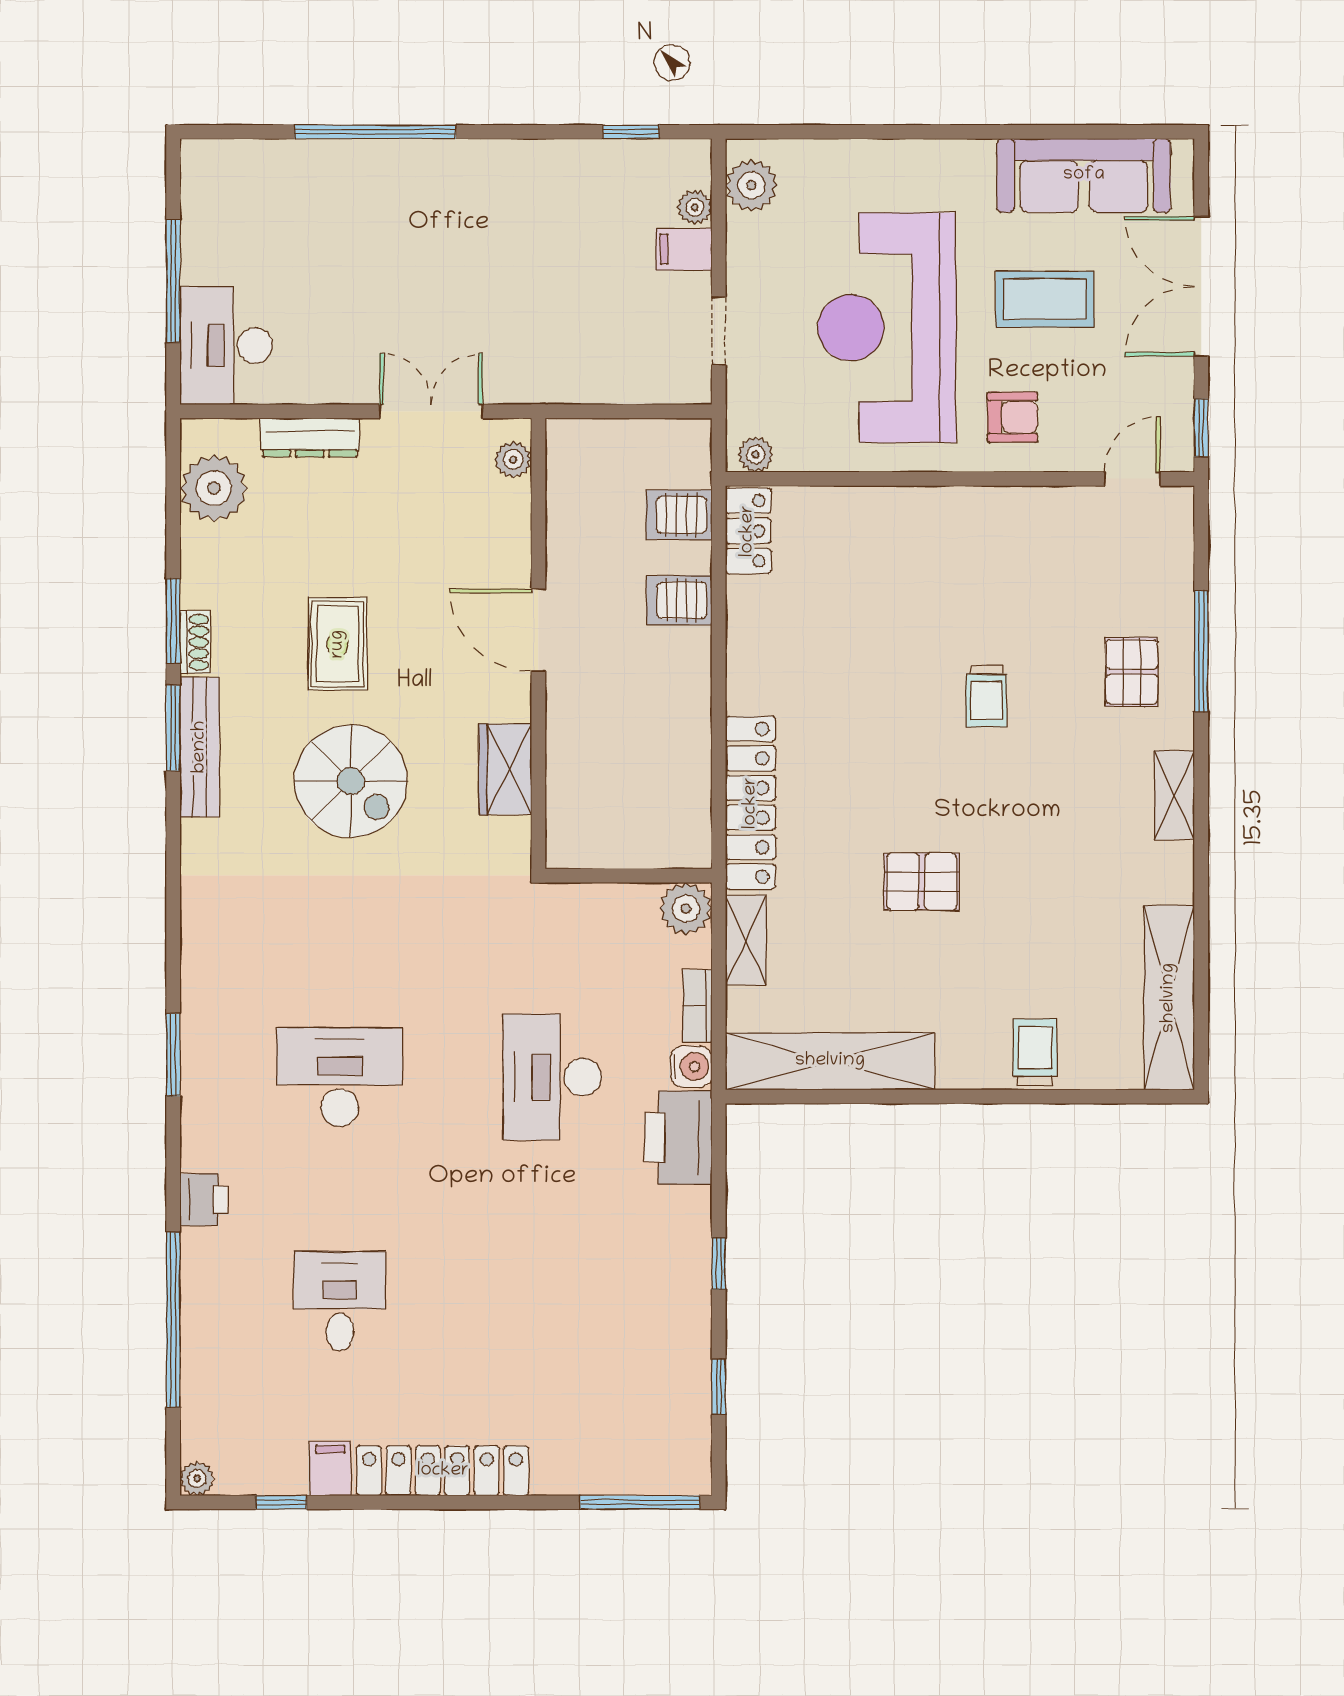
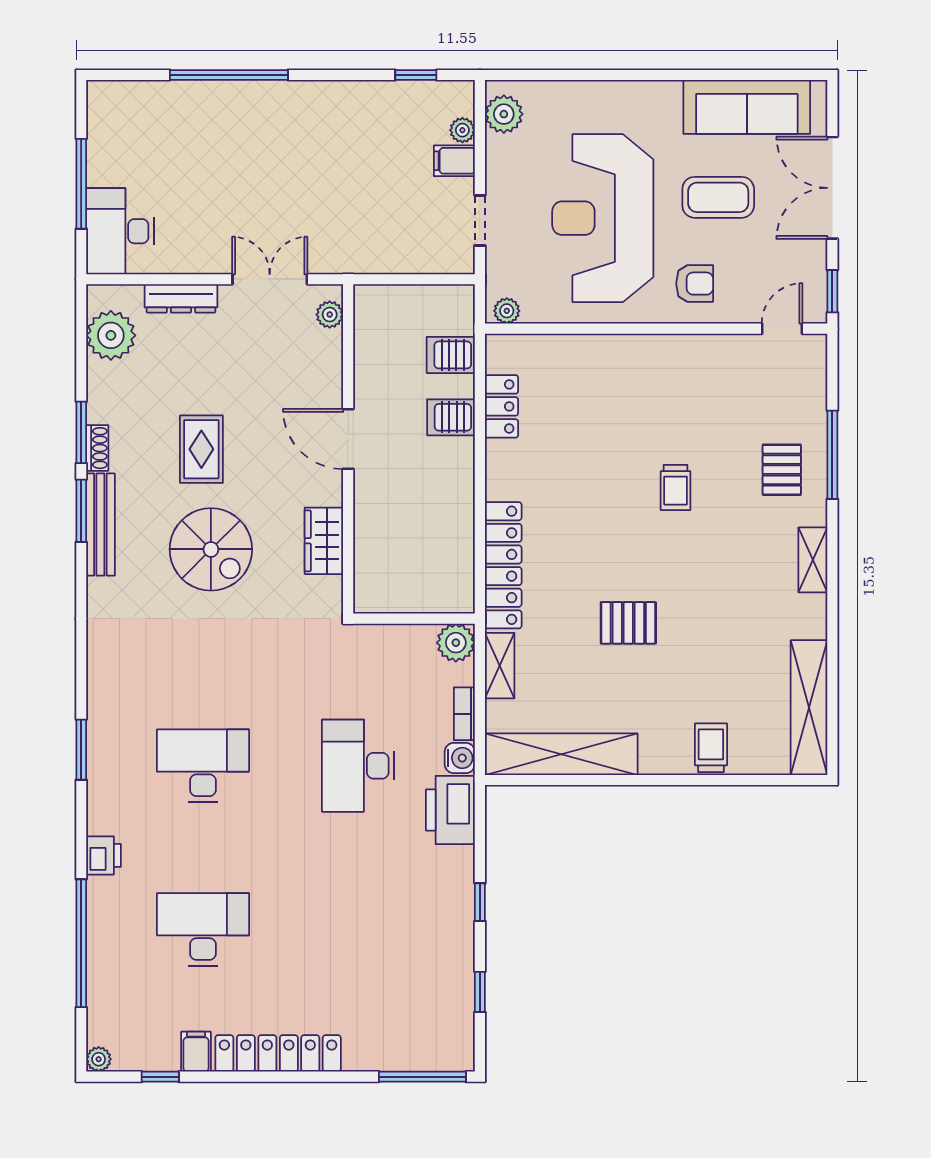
locker: (748, 531) -> (502, 406), moved
desk: (340, 1301) -> (203, 929), width x1.37

